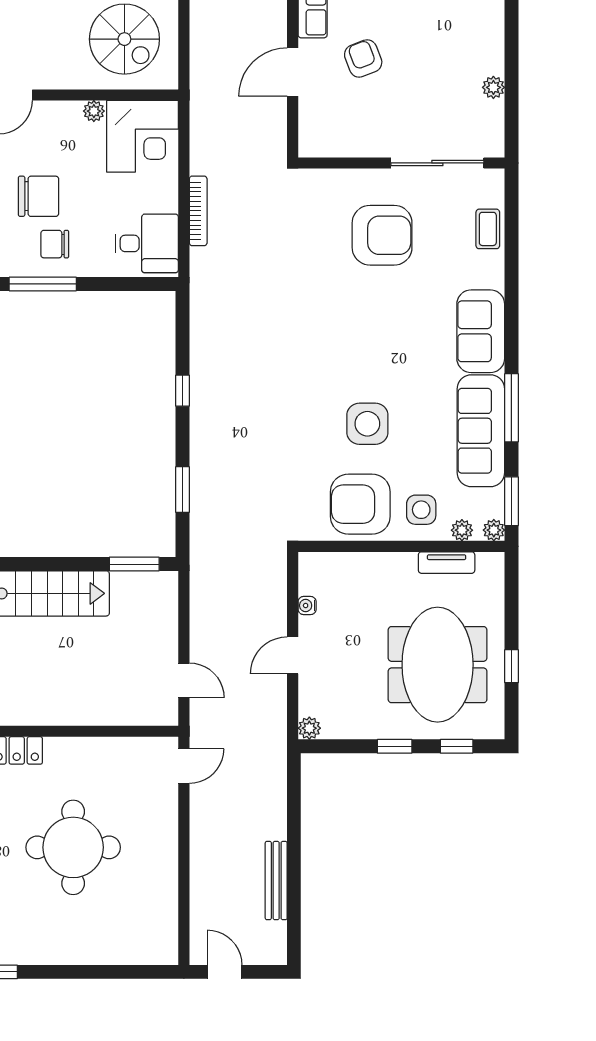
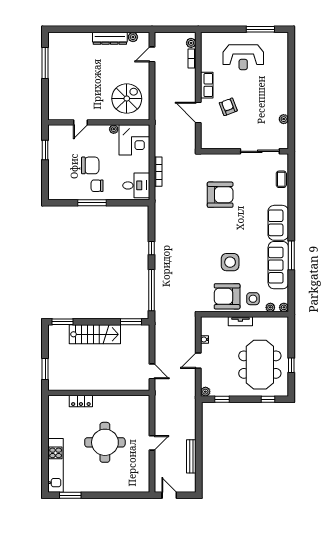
spiral stairs: (124, 39) -> (127, 99), turned -90
door: (293, 72) -> (198, 113), hinge flipped
armchair: (382, 235) -> (220, 195), moved
window: (182, 490) -> (151, 290), width x2.11
window: (511, 501) -> (291, 295), removed
tv unit: (447, 563) -> (240, 321), moved
window: (395, 746) -> (222, 399), moved
door: (184, 766) -> (152, 443), moved

